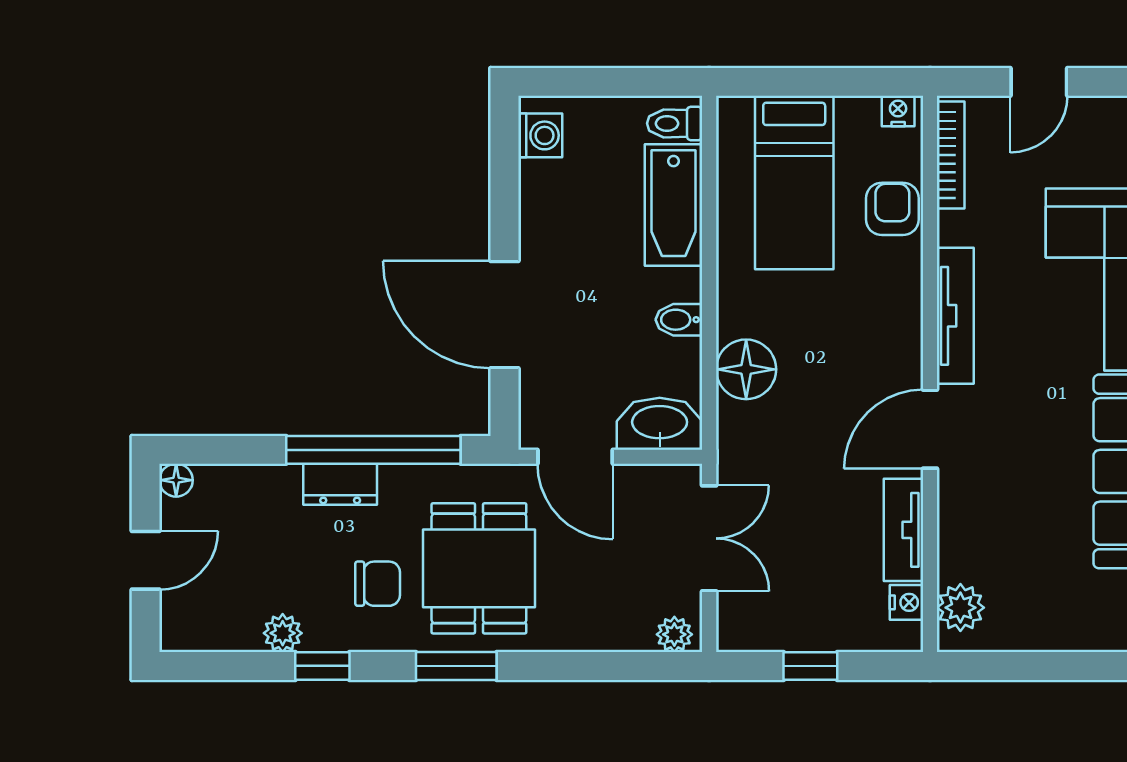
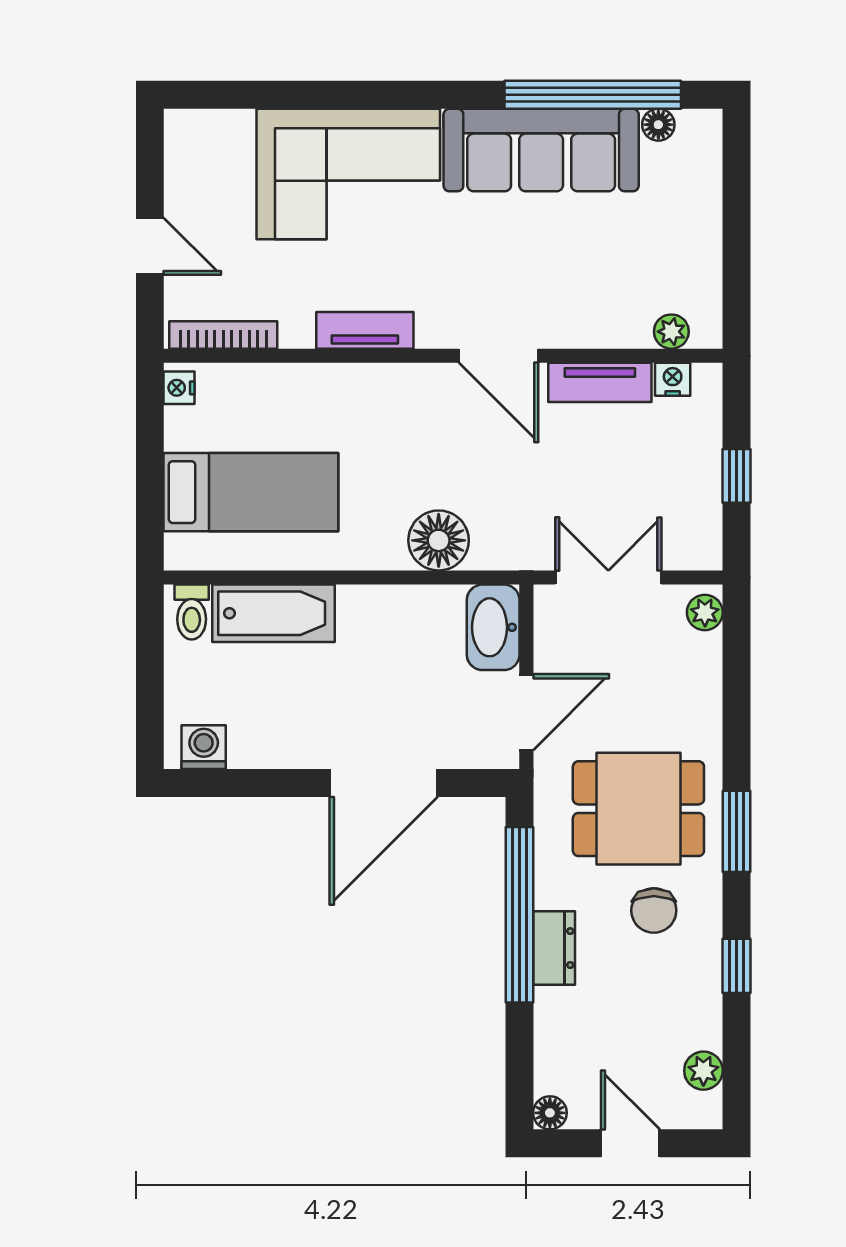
armchair: (892, 209) -> (277, 393), removed
tv unit: (955, 316) -> (365, 330), width x0.71
bidet: (679, 320) -> (389, 608), removed
chair: (378, 584) -> (654, 910), turned 180
plant: (960, 608) -> (671, 332), width x0.73, depth x0.73
plant: (283, 633) -> (703, 1071), moved

